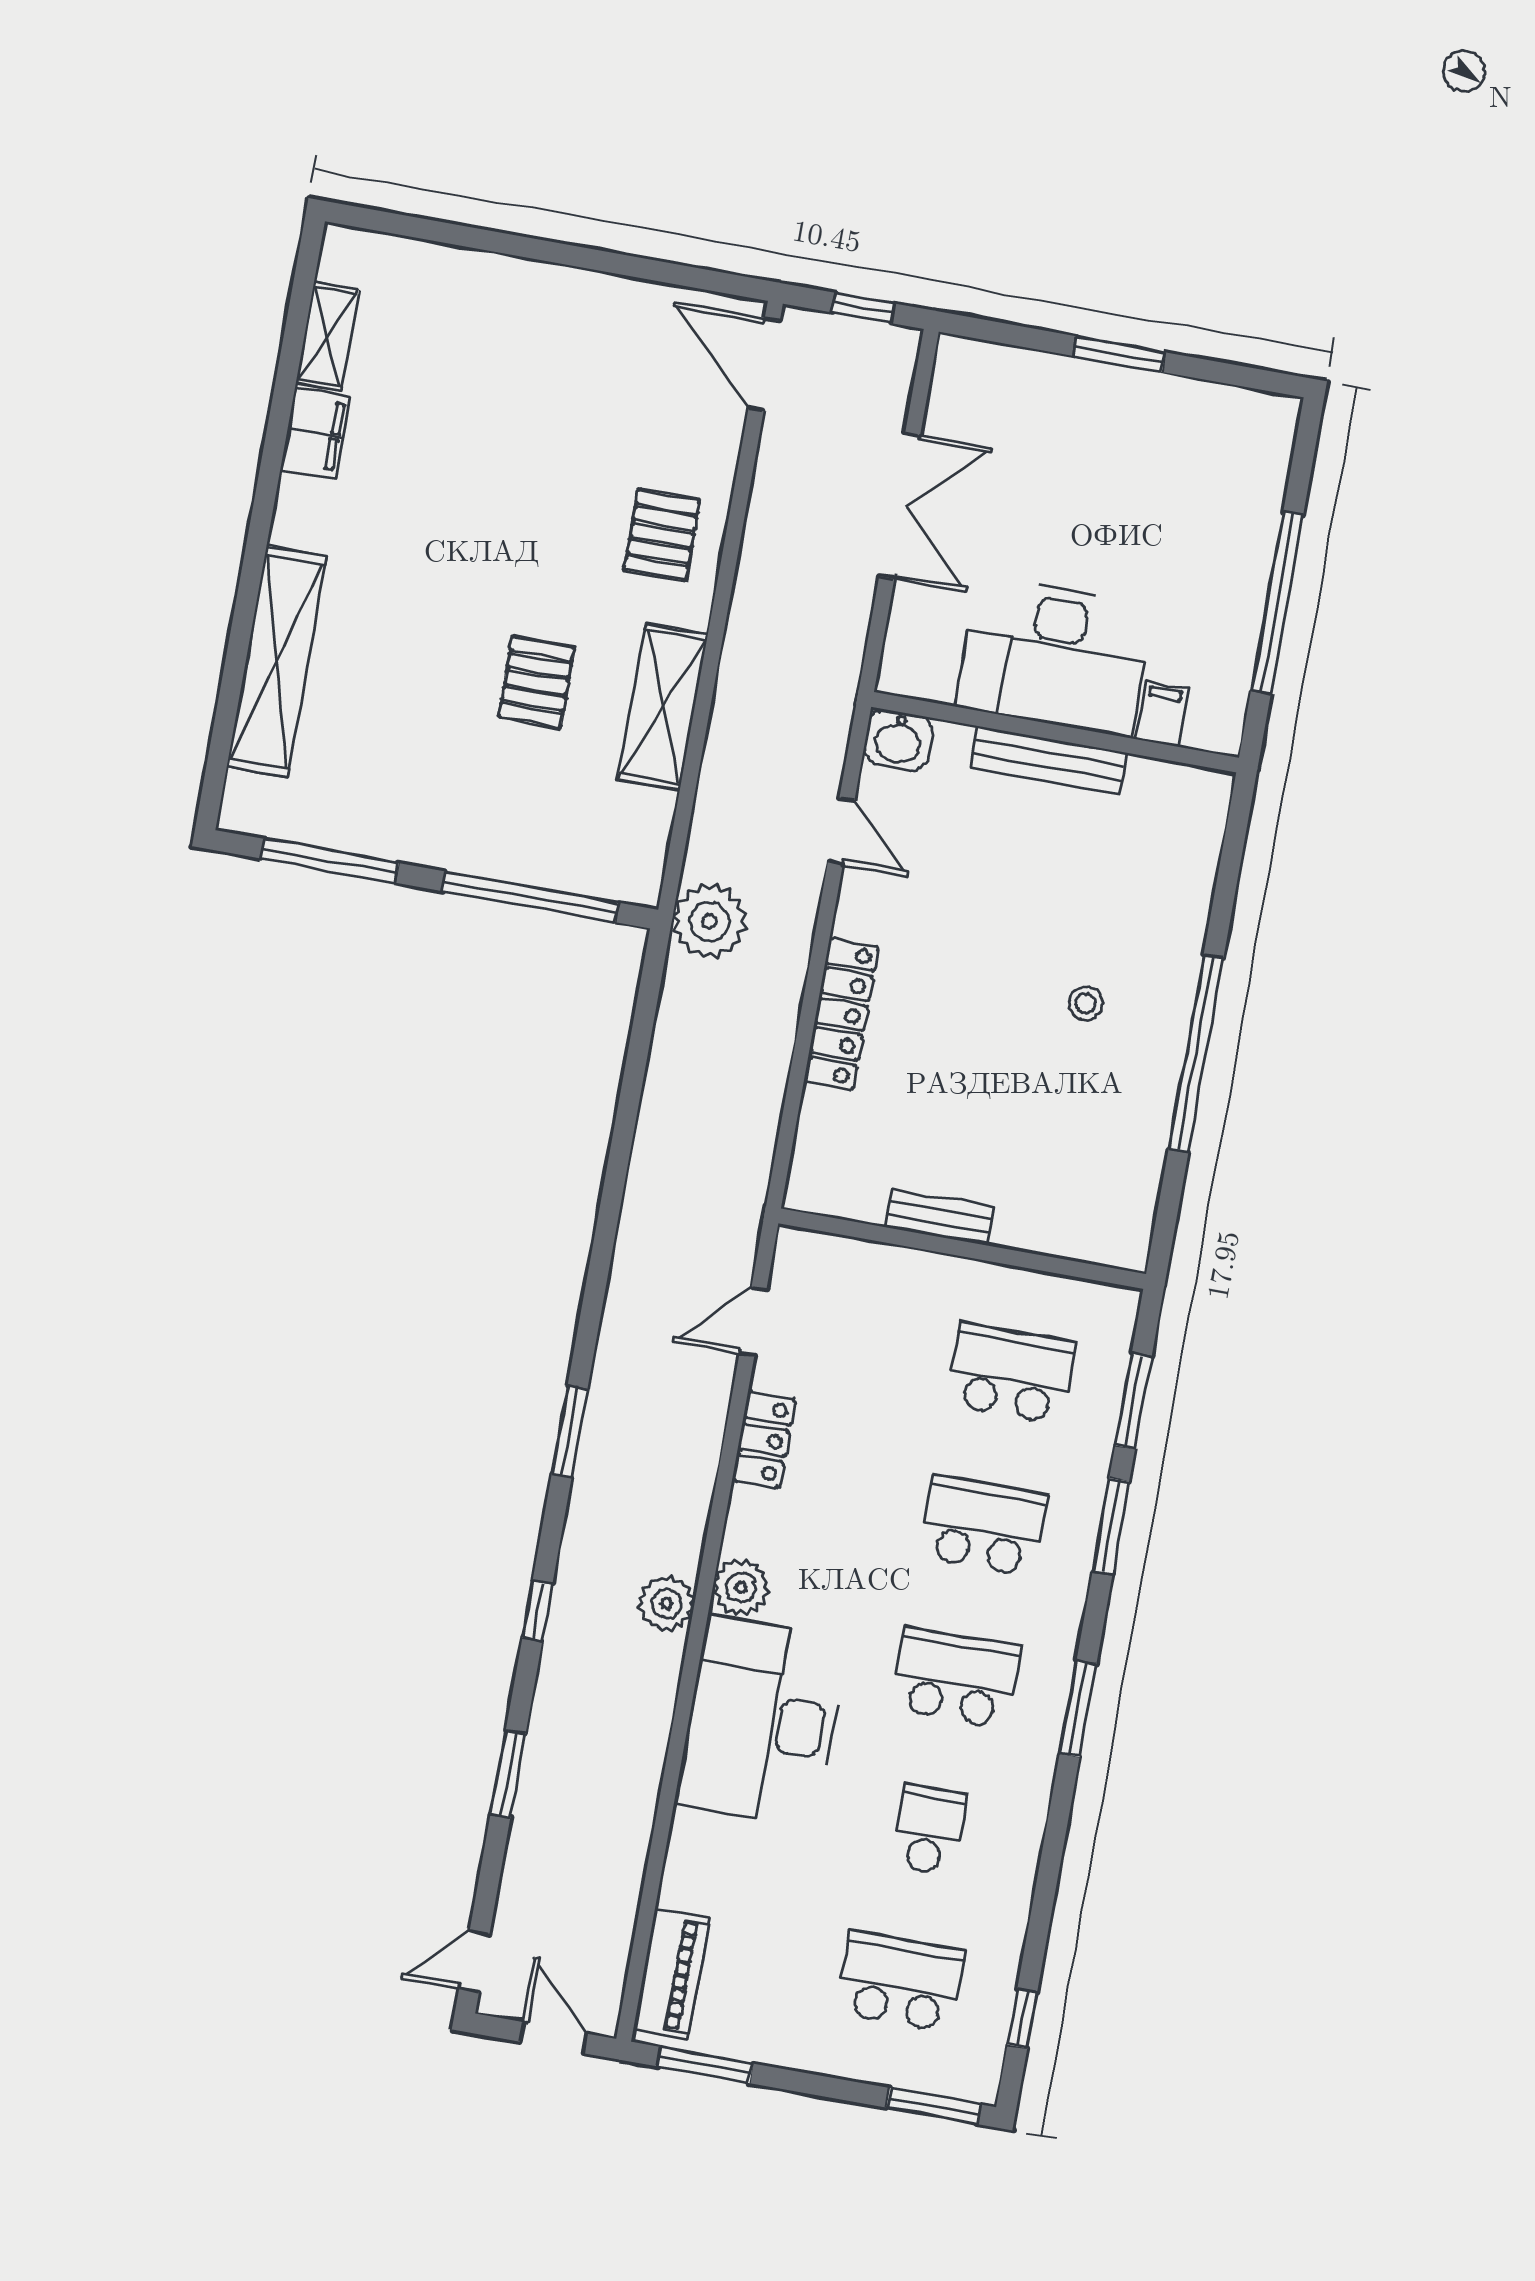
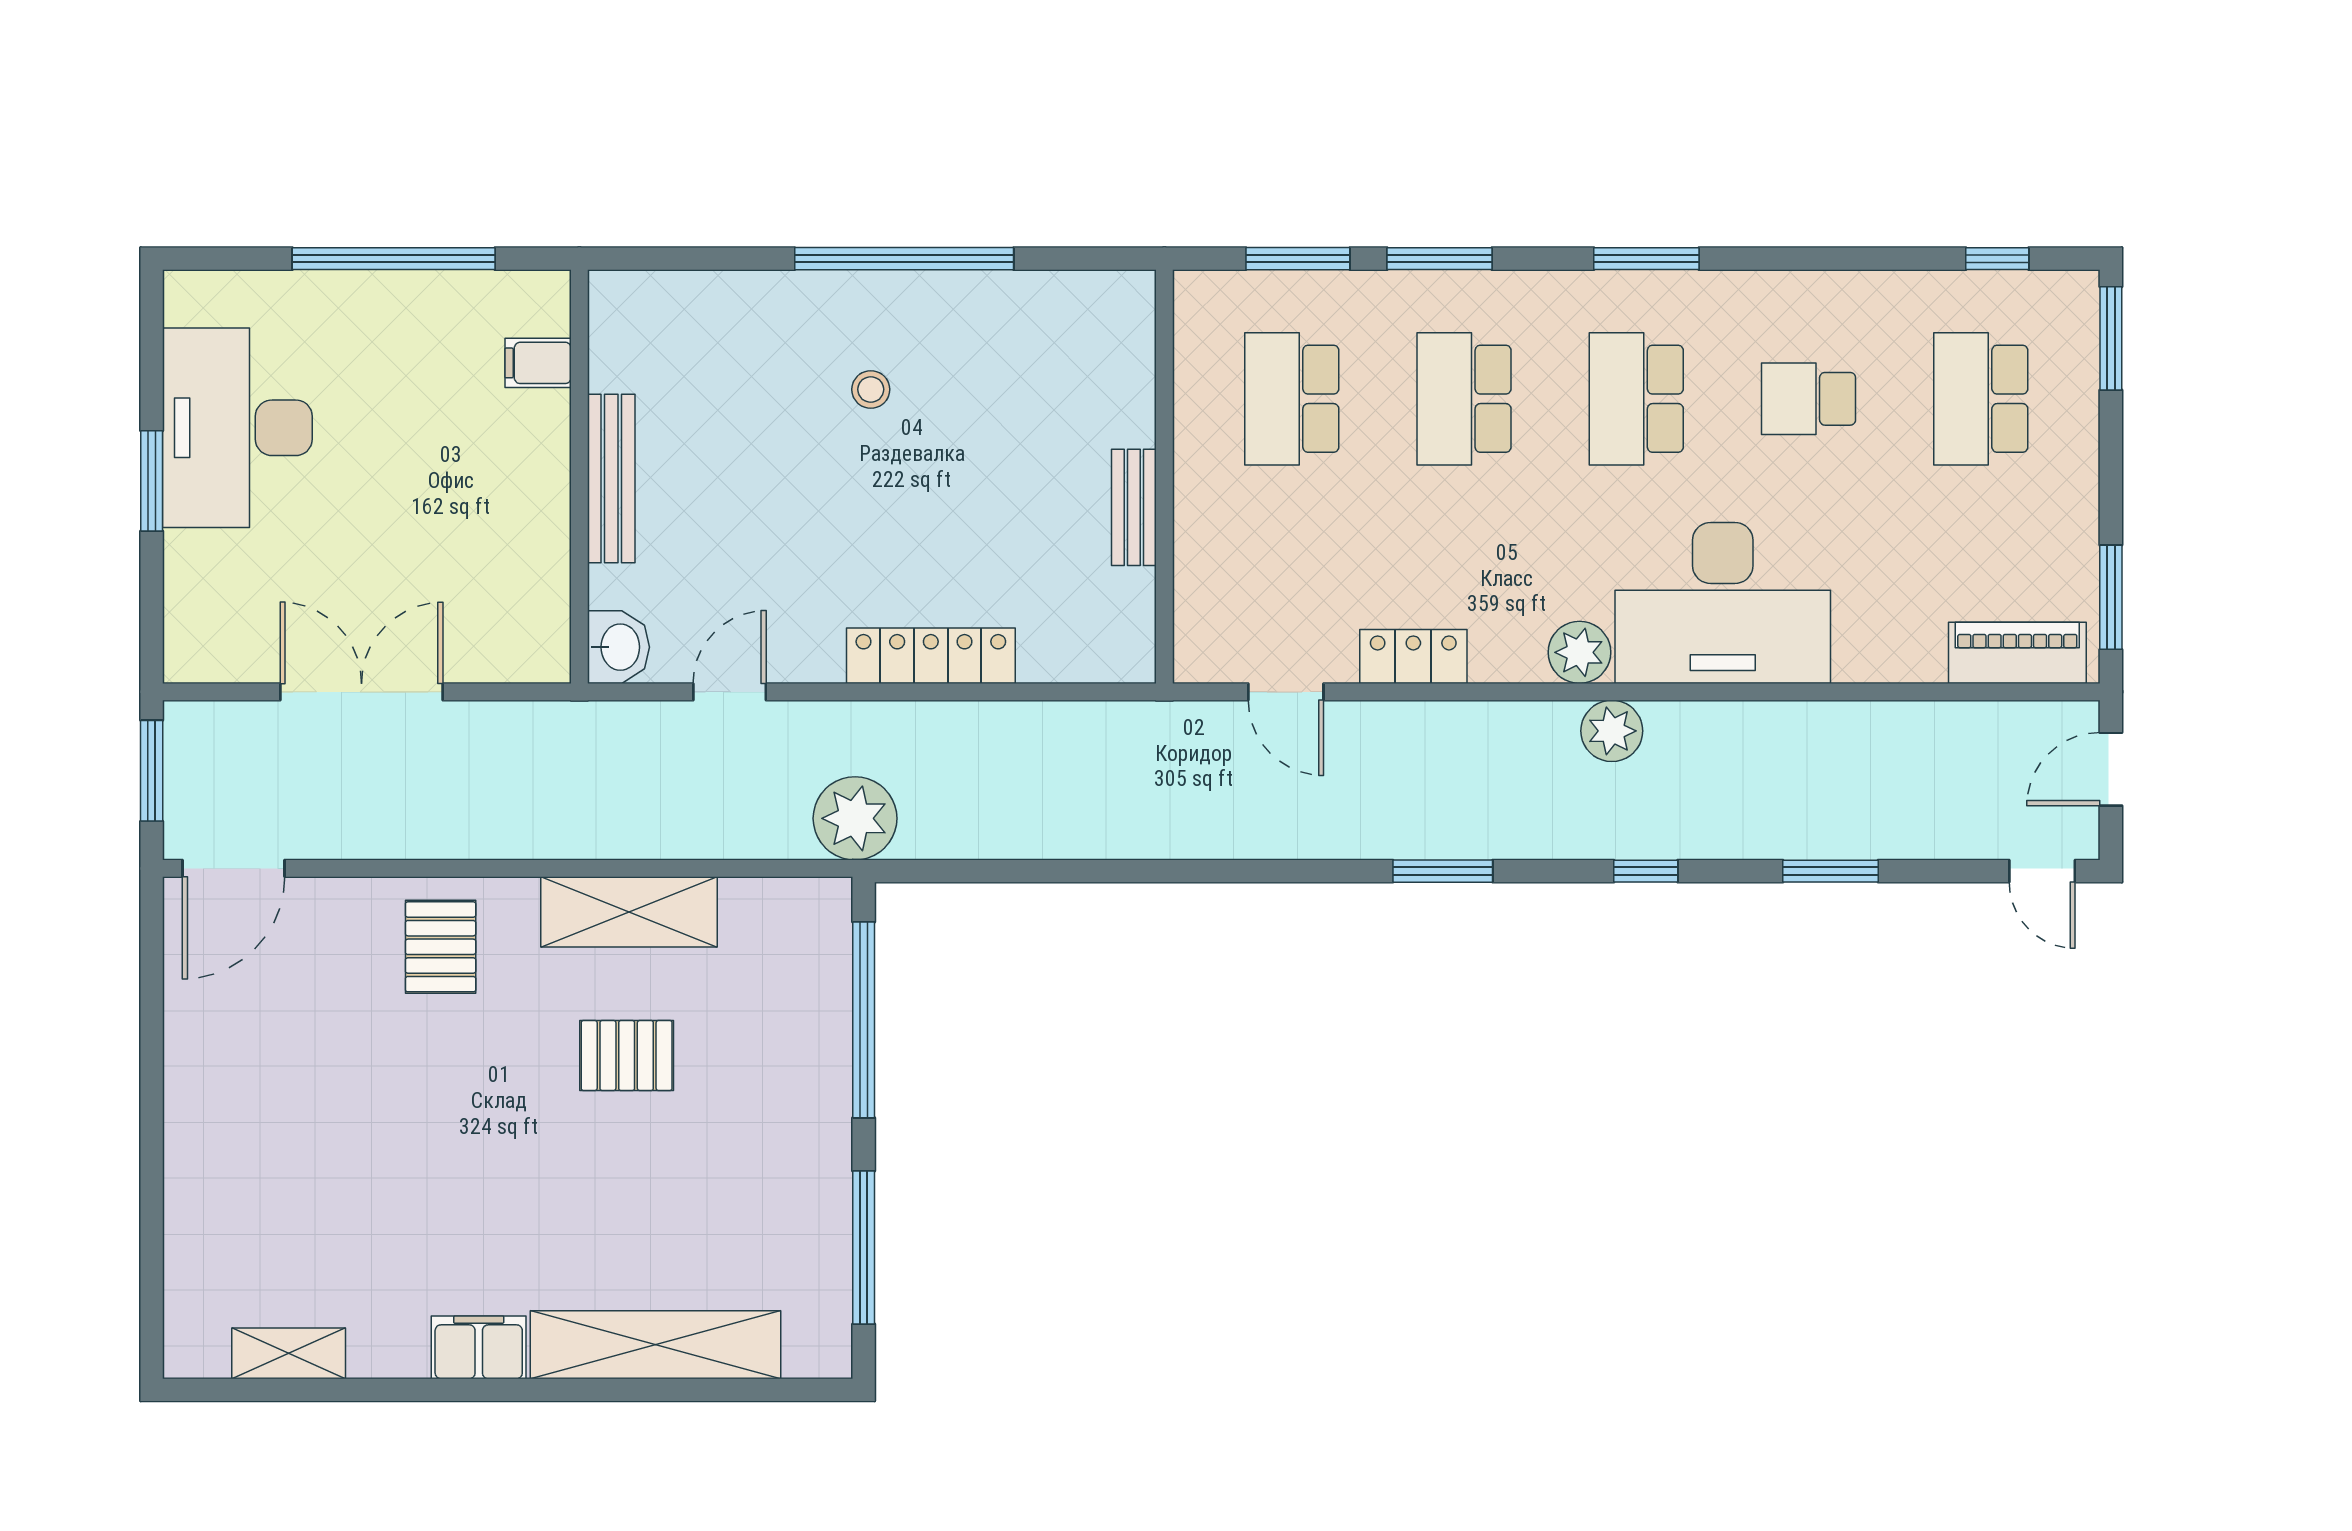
window: (863, 308) -> (152, 771), width x1.50
filing cabinet: (315, 433) -> (479, 1347), moved
pallet: (662, 535) -> (441, 947), turned 90
desk: (1055, 657) -> (237, 428), moved, turned 180

